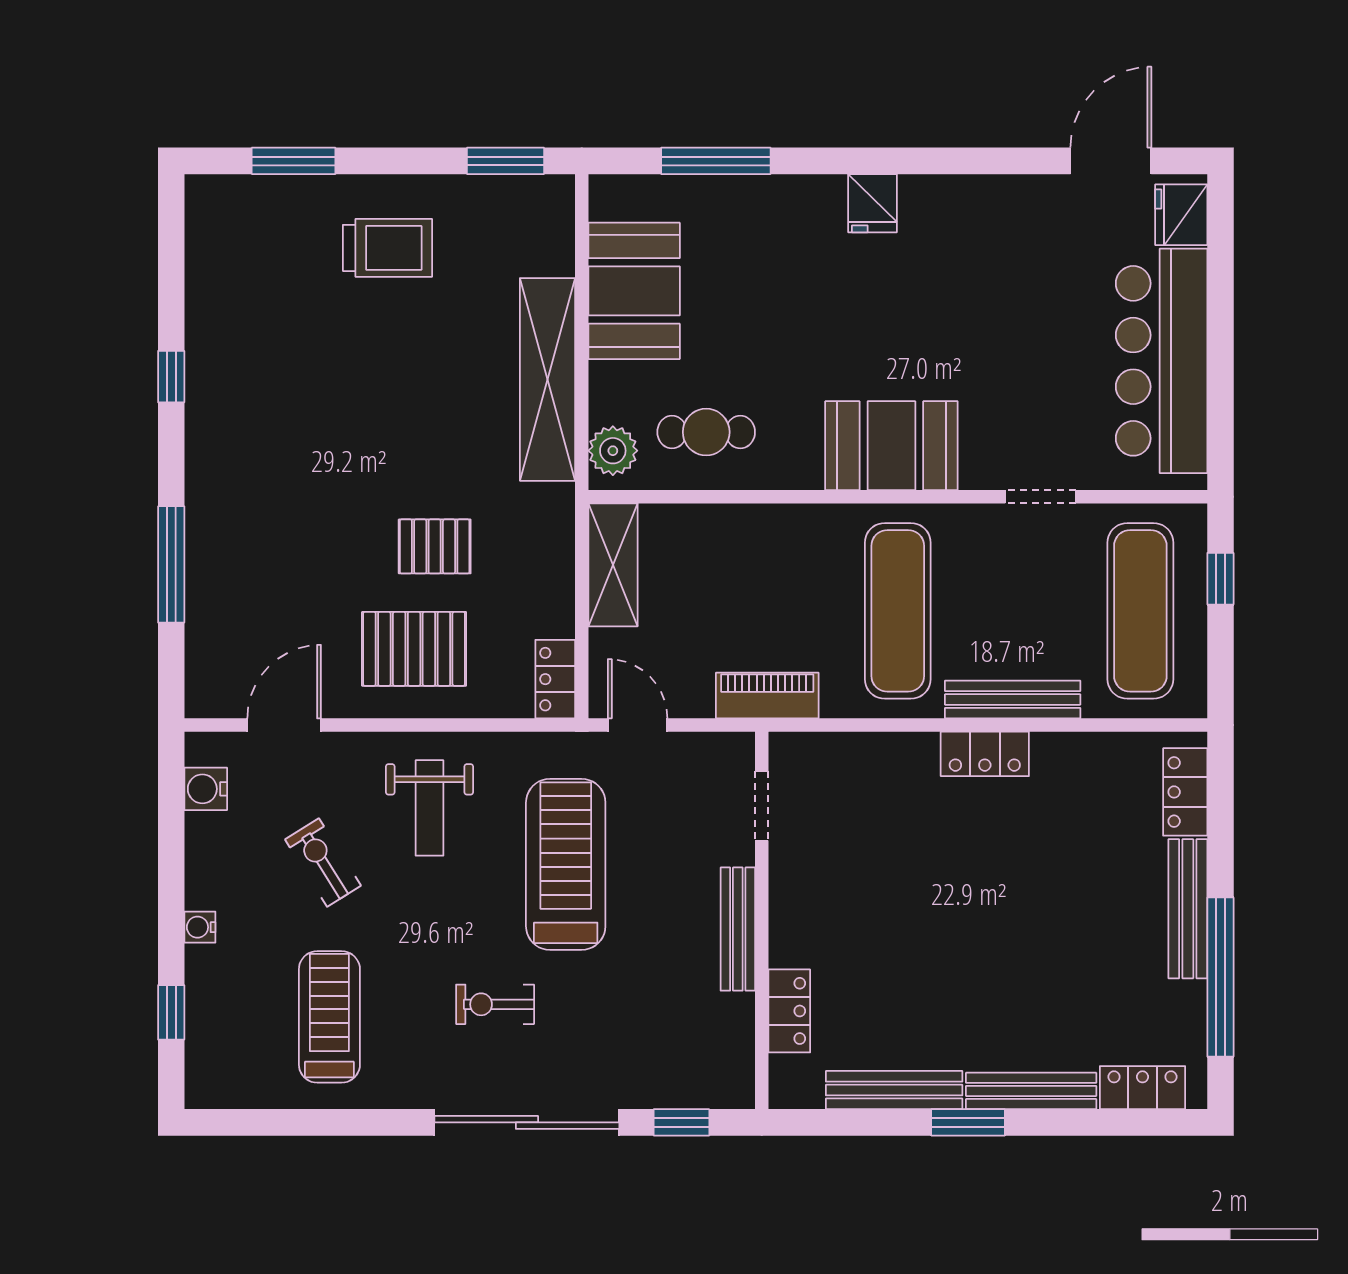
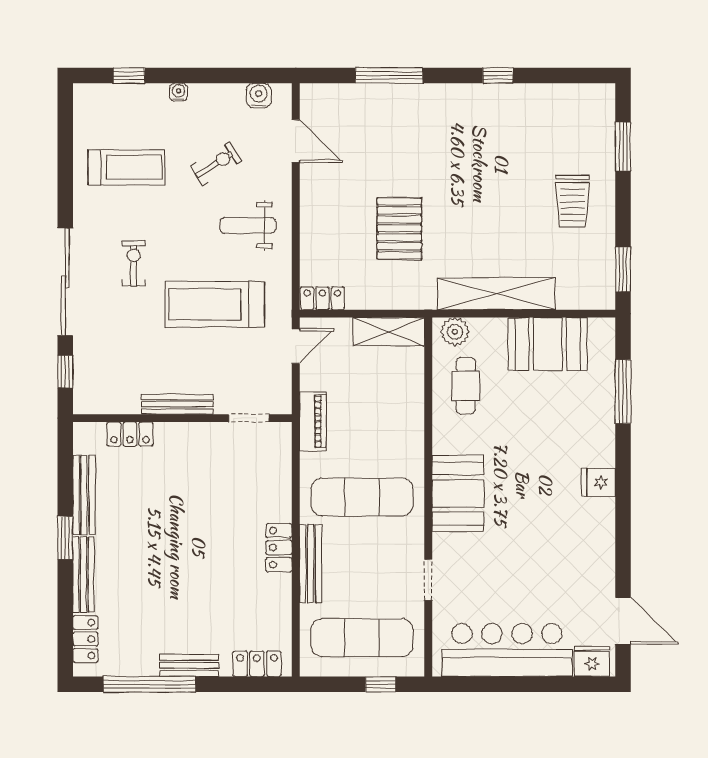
pallet: (435, 546) -> (399, 228), width x1.50, depth x1.42
pallet: (414, 649) -> (340, 216), removed
treadmill: (566, 864) -> (215, 304), turned 180
bench: (1188, 909) -> (189, 665), width x0.73

